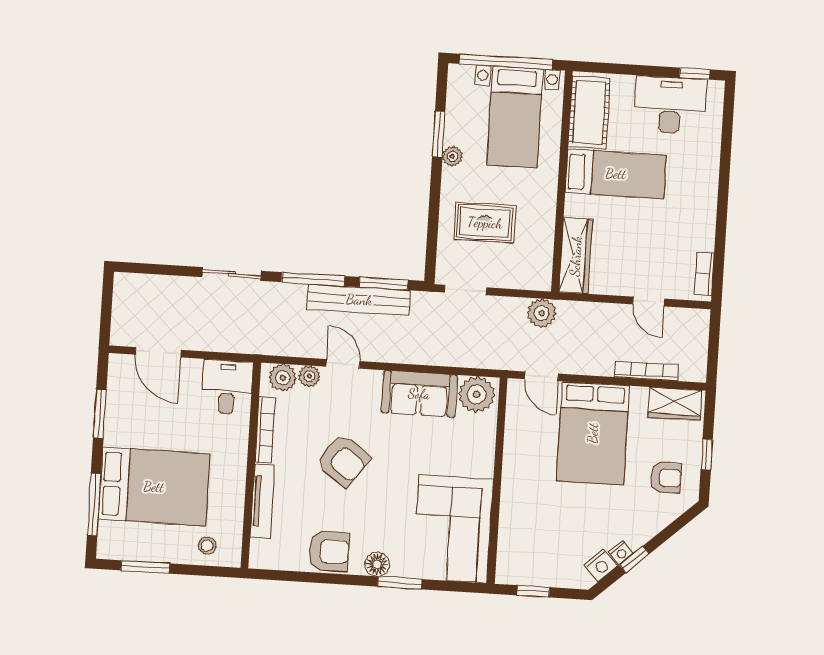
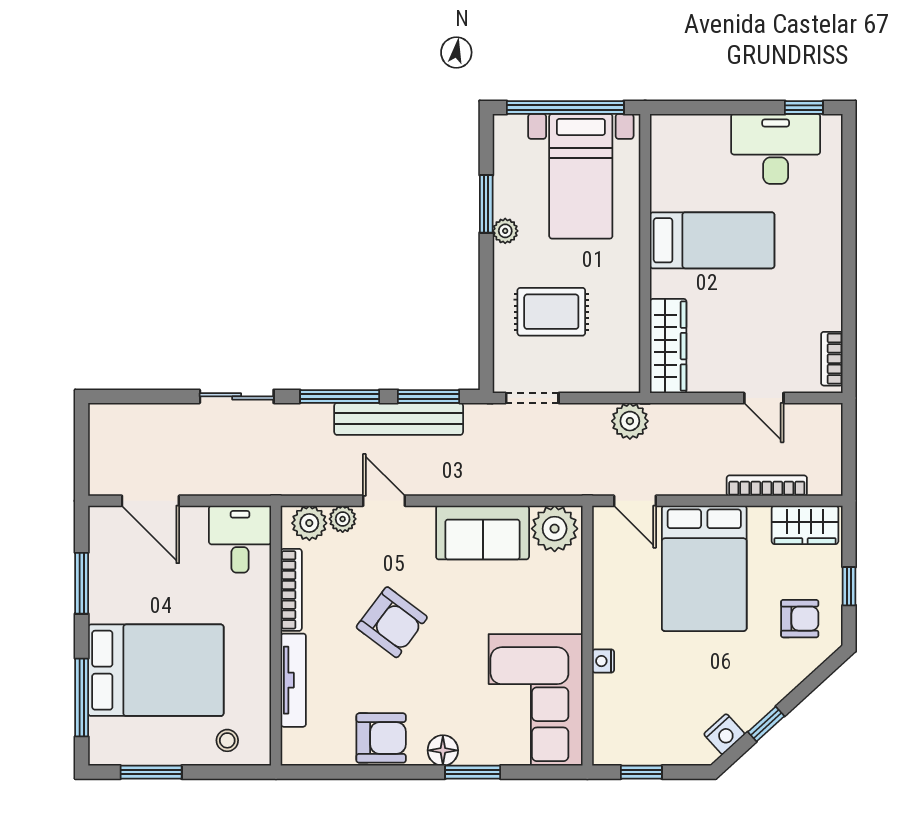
cot: (589, 112) -> (674, 165), removed
nightstand: (621, 553) -> (603, 661), moved, turned 132

